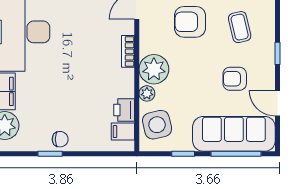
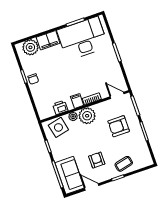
armchair: (190, 22) -> (119, 126), turned -90
coffee table: (240, 27) -> (124, 164), moved
door: (277, 103) -> (92, 187), hinge flipped
filing cabinet: (123, 132) -> (77, 101), moved
sofa: (234, 134) -> (70, 175), width x0.73

